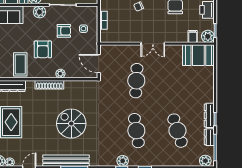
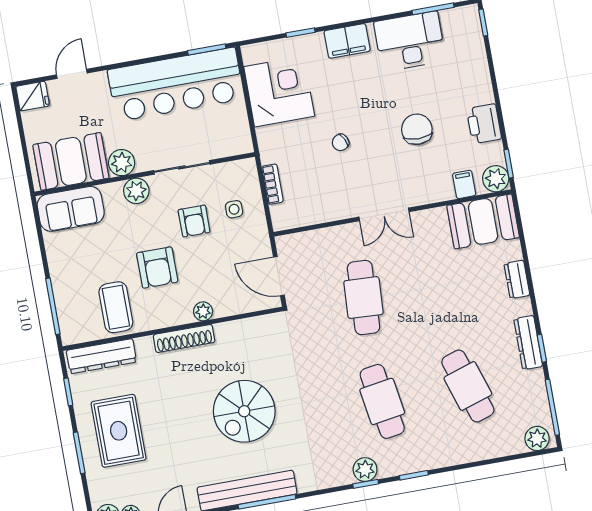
armchair: (64, 31) -> (194, 221), turned 90
spiral stairs: (71, 124) -> (244, 411), turned -90
dresser: (209, 137) -> (517, 279), moved

